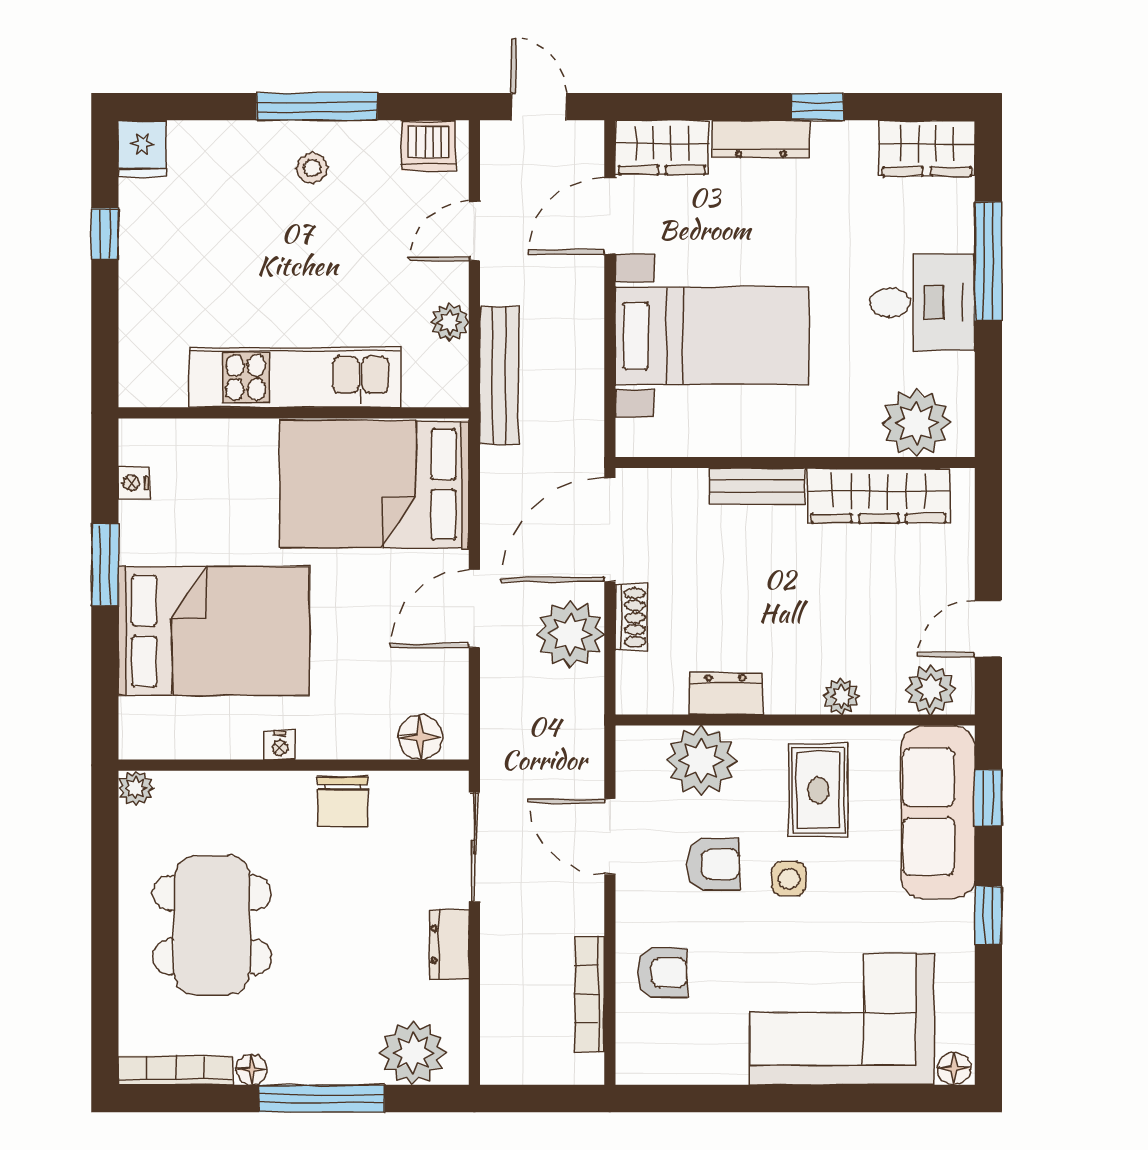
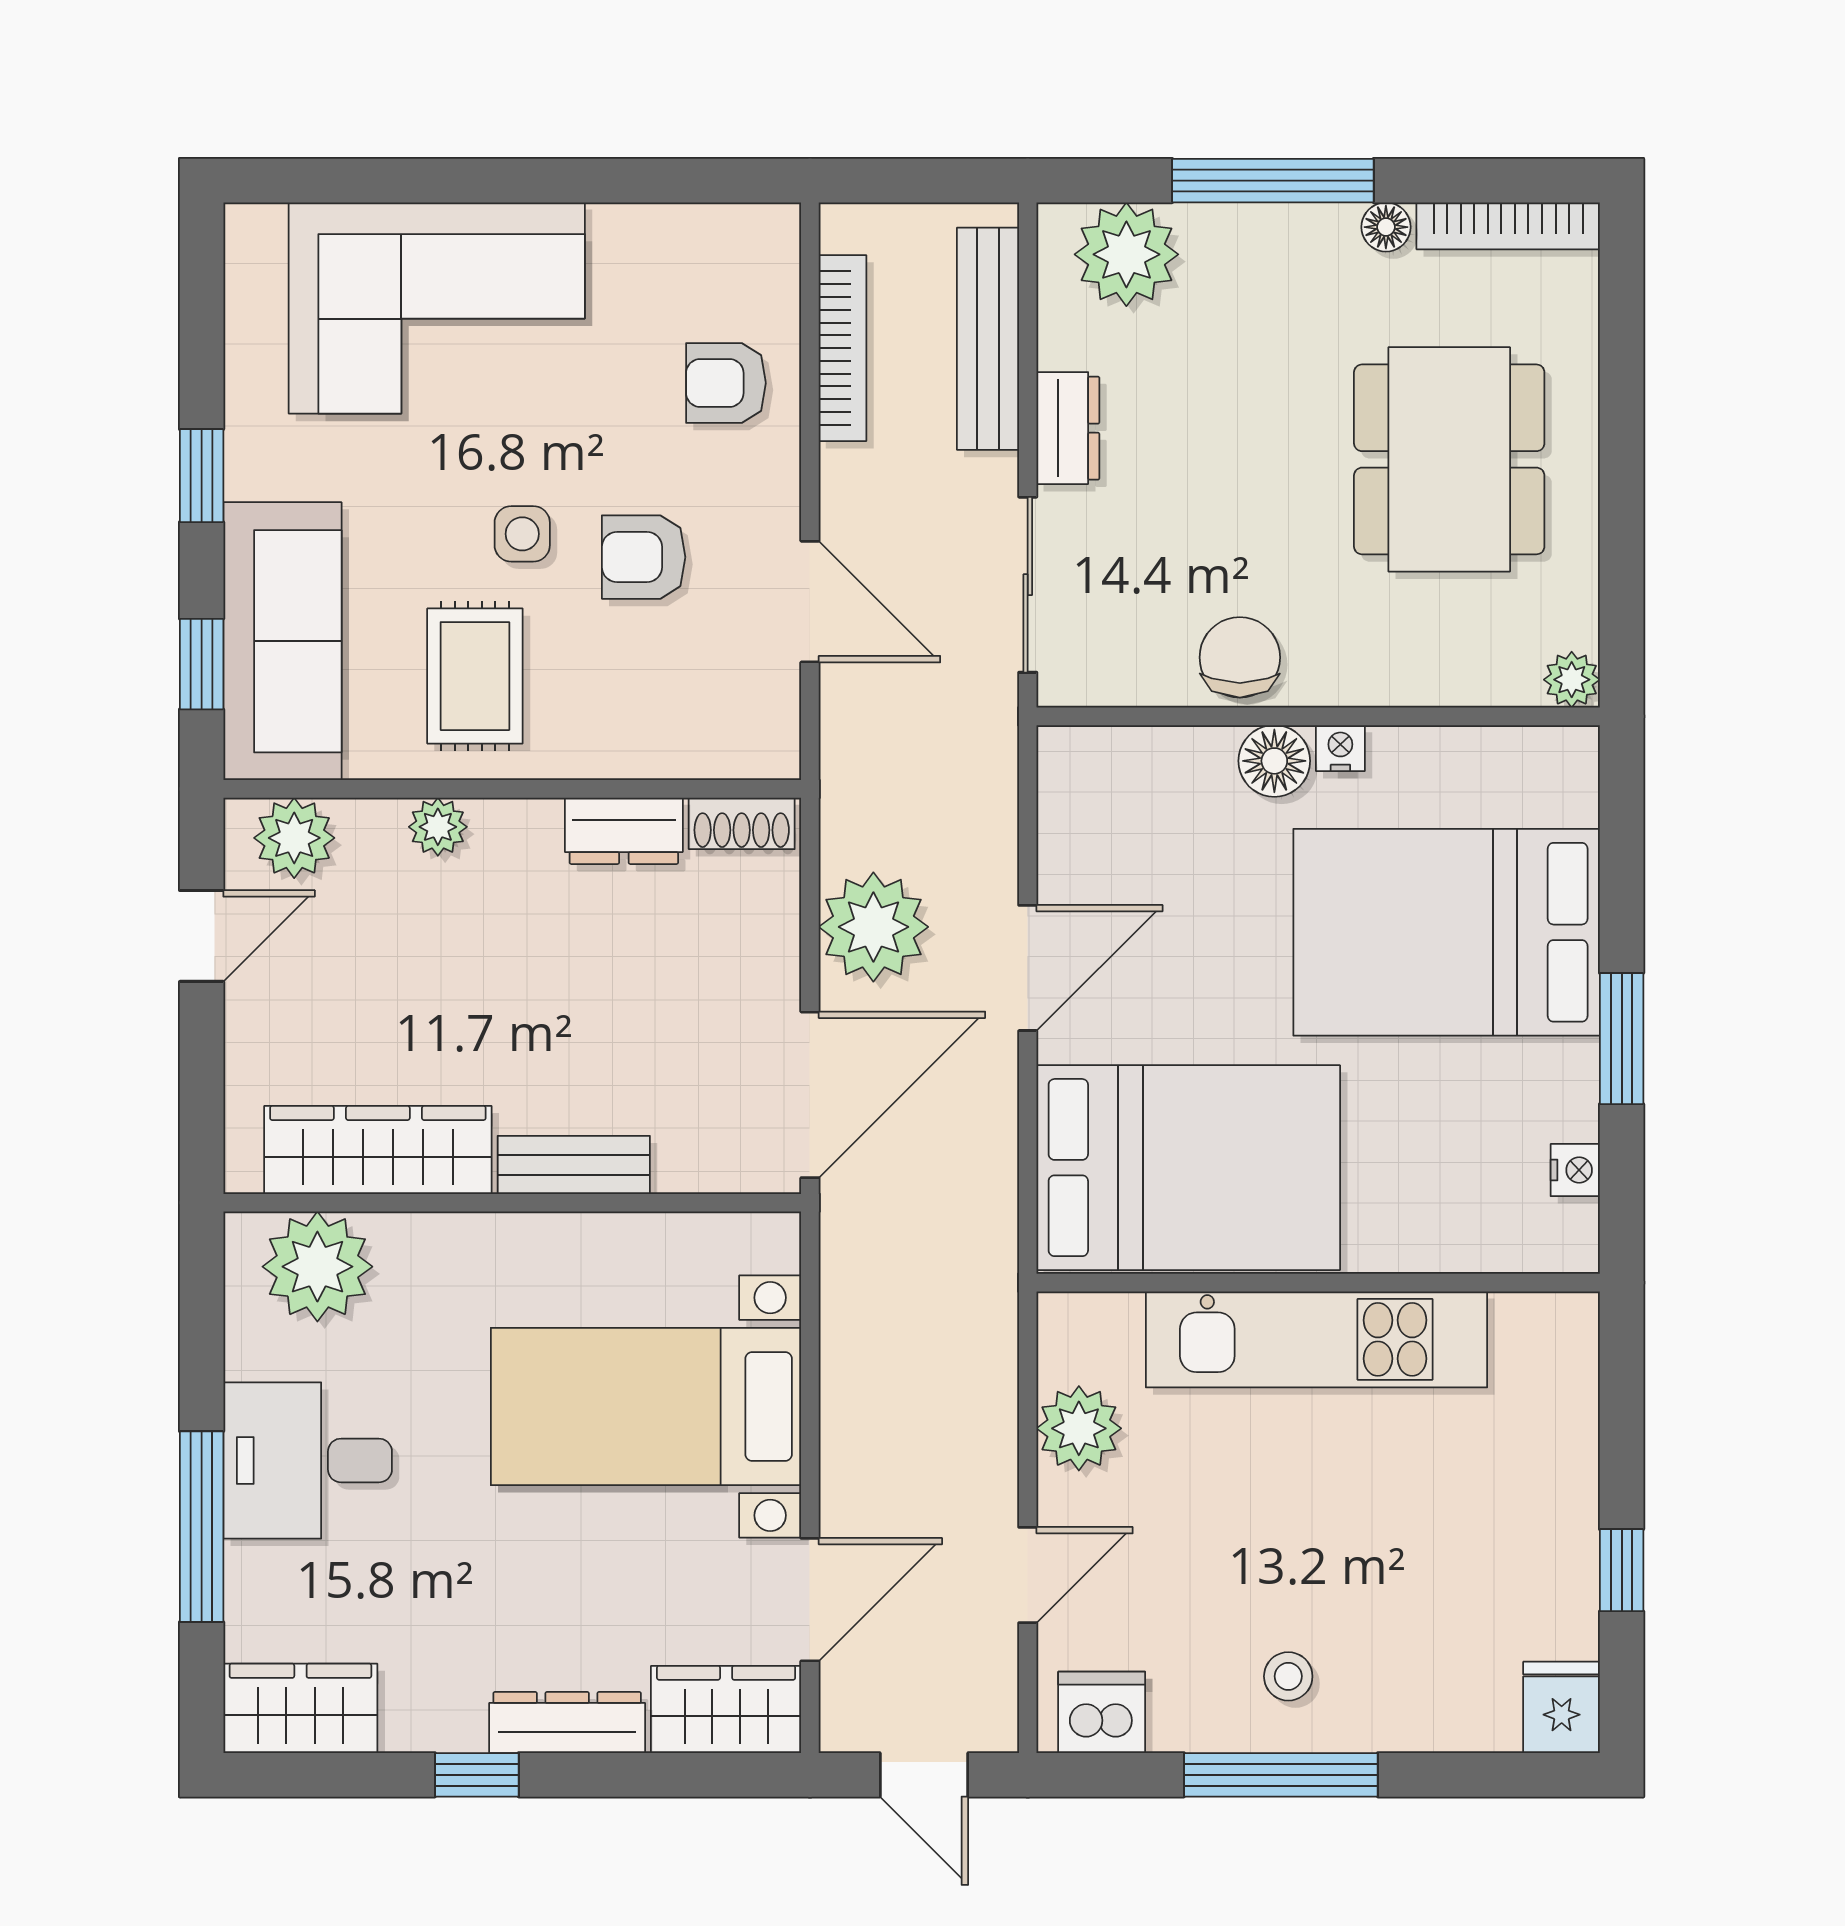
plant: (450, 322) -> (1079, 1428), width x1.38, depth x1.38
bench: (499, 376) -> (988, 339), moved
shoe rack: (631, 618) -> (742, 823), moved, turned -90
floor lamp: (420, 737) -> (1274, 761), moved
plant: (701, 761) -> (663, 724), removed
floor lamp: (954, 1068) -> (256, 229), removed

